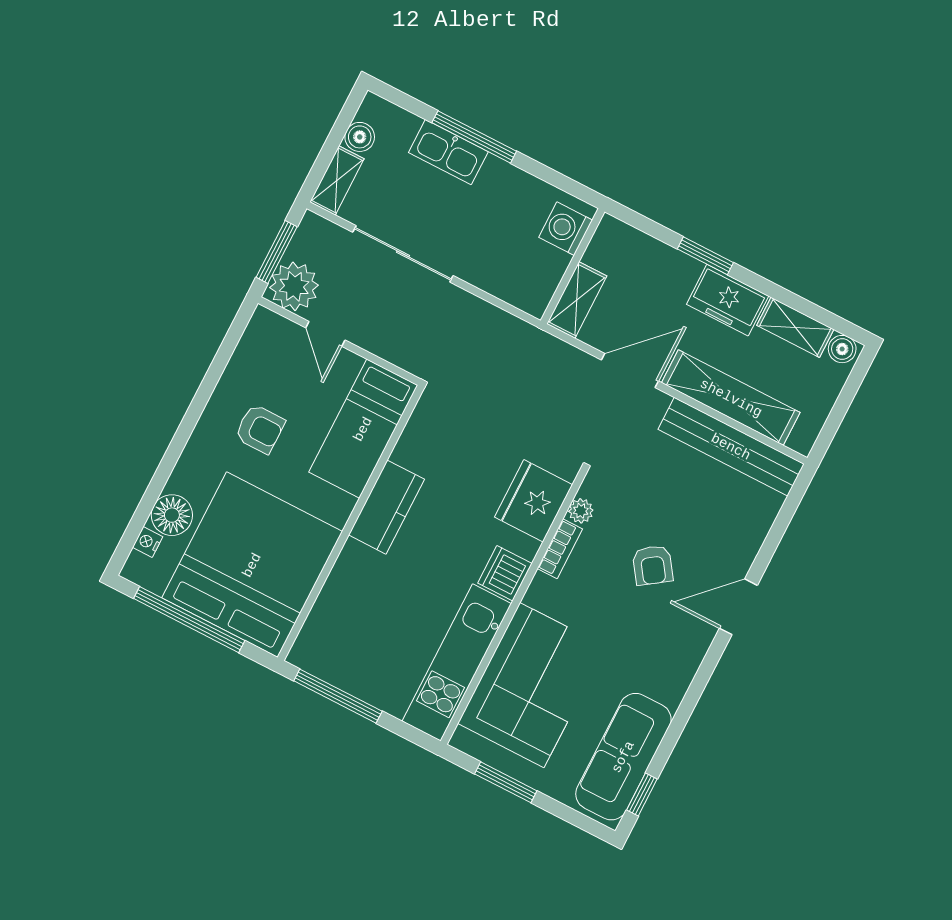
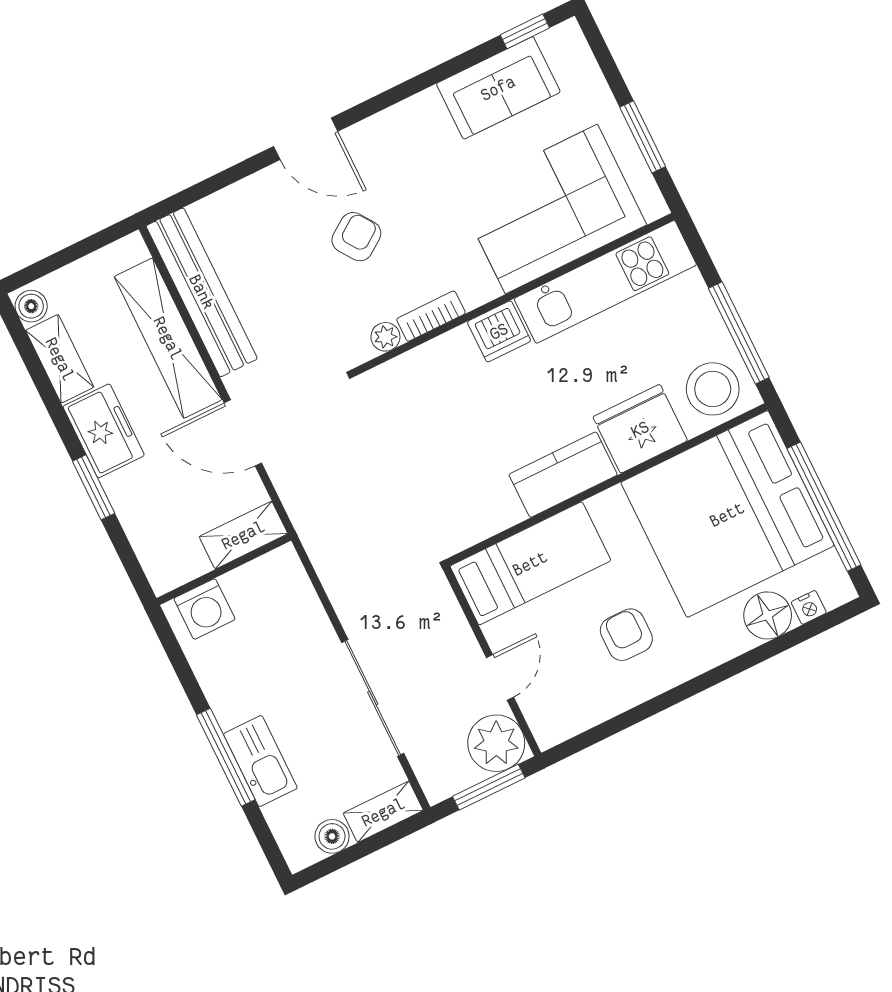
fridge: (534, 501) -> (640, 429), moved, turned 180
stool: (327, 644) -> (713, 389), added
sofa: (623, 757) -> (498, 88), width x0.73

